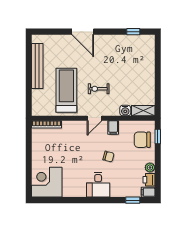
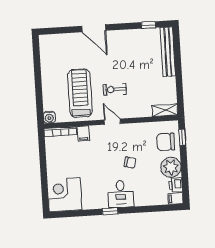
bench: (37, 66) -> (168, 52), moved
water cooler: (125, 110) -> (49, 117), moved
door: (94, 118) -> (112, 122), swing flipped
filing cabinet: (113, 127) -> (83, 134), moved
plant: (150, 167) -> (171, 167), width x1.87, depth x1.87
window: (133, 200) -> (110, 211), moved

